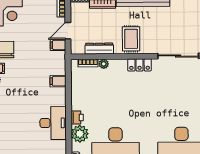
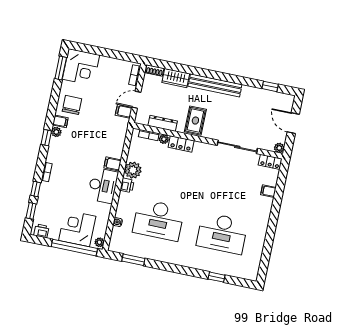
locker: (140, 65) -> (181, 144), moved
filing cabinet: (58, 81) -> (113, 164), moved
plant: (80, 134) -> (133, 170), moved

